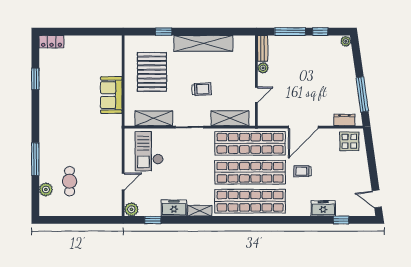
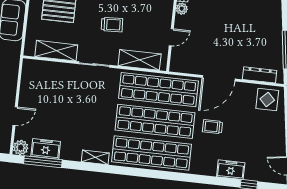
dresser: (344, 120) -> (260, 75), width x1.44
checkout: (149, 151) -> (47, 86), removed
freezer: (174, 208) -> (46, 149), moved
window: (153, 220) -> (43, 162), width x2.17

